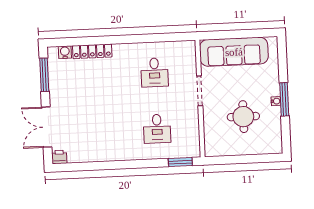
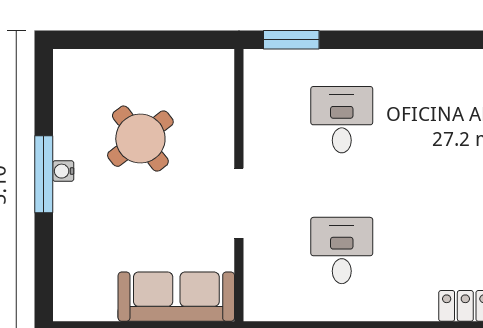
sofa: (234, 52) -> (176, 297), width x0.74, depth x0.79
round table: (243, 117) -> (140, 139), turned -38

